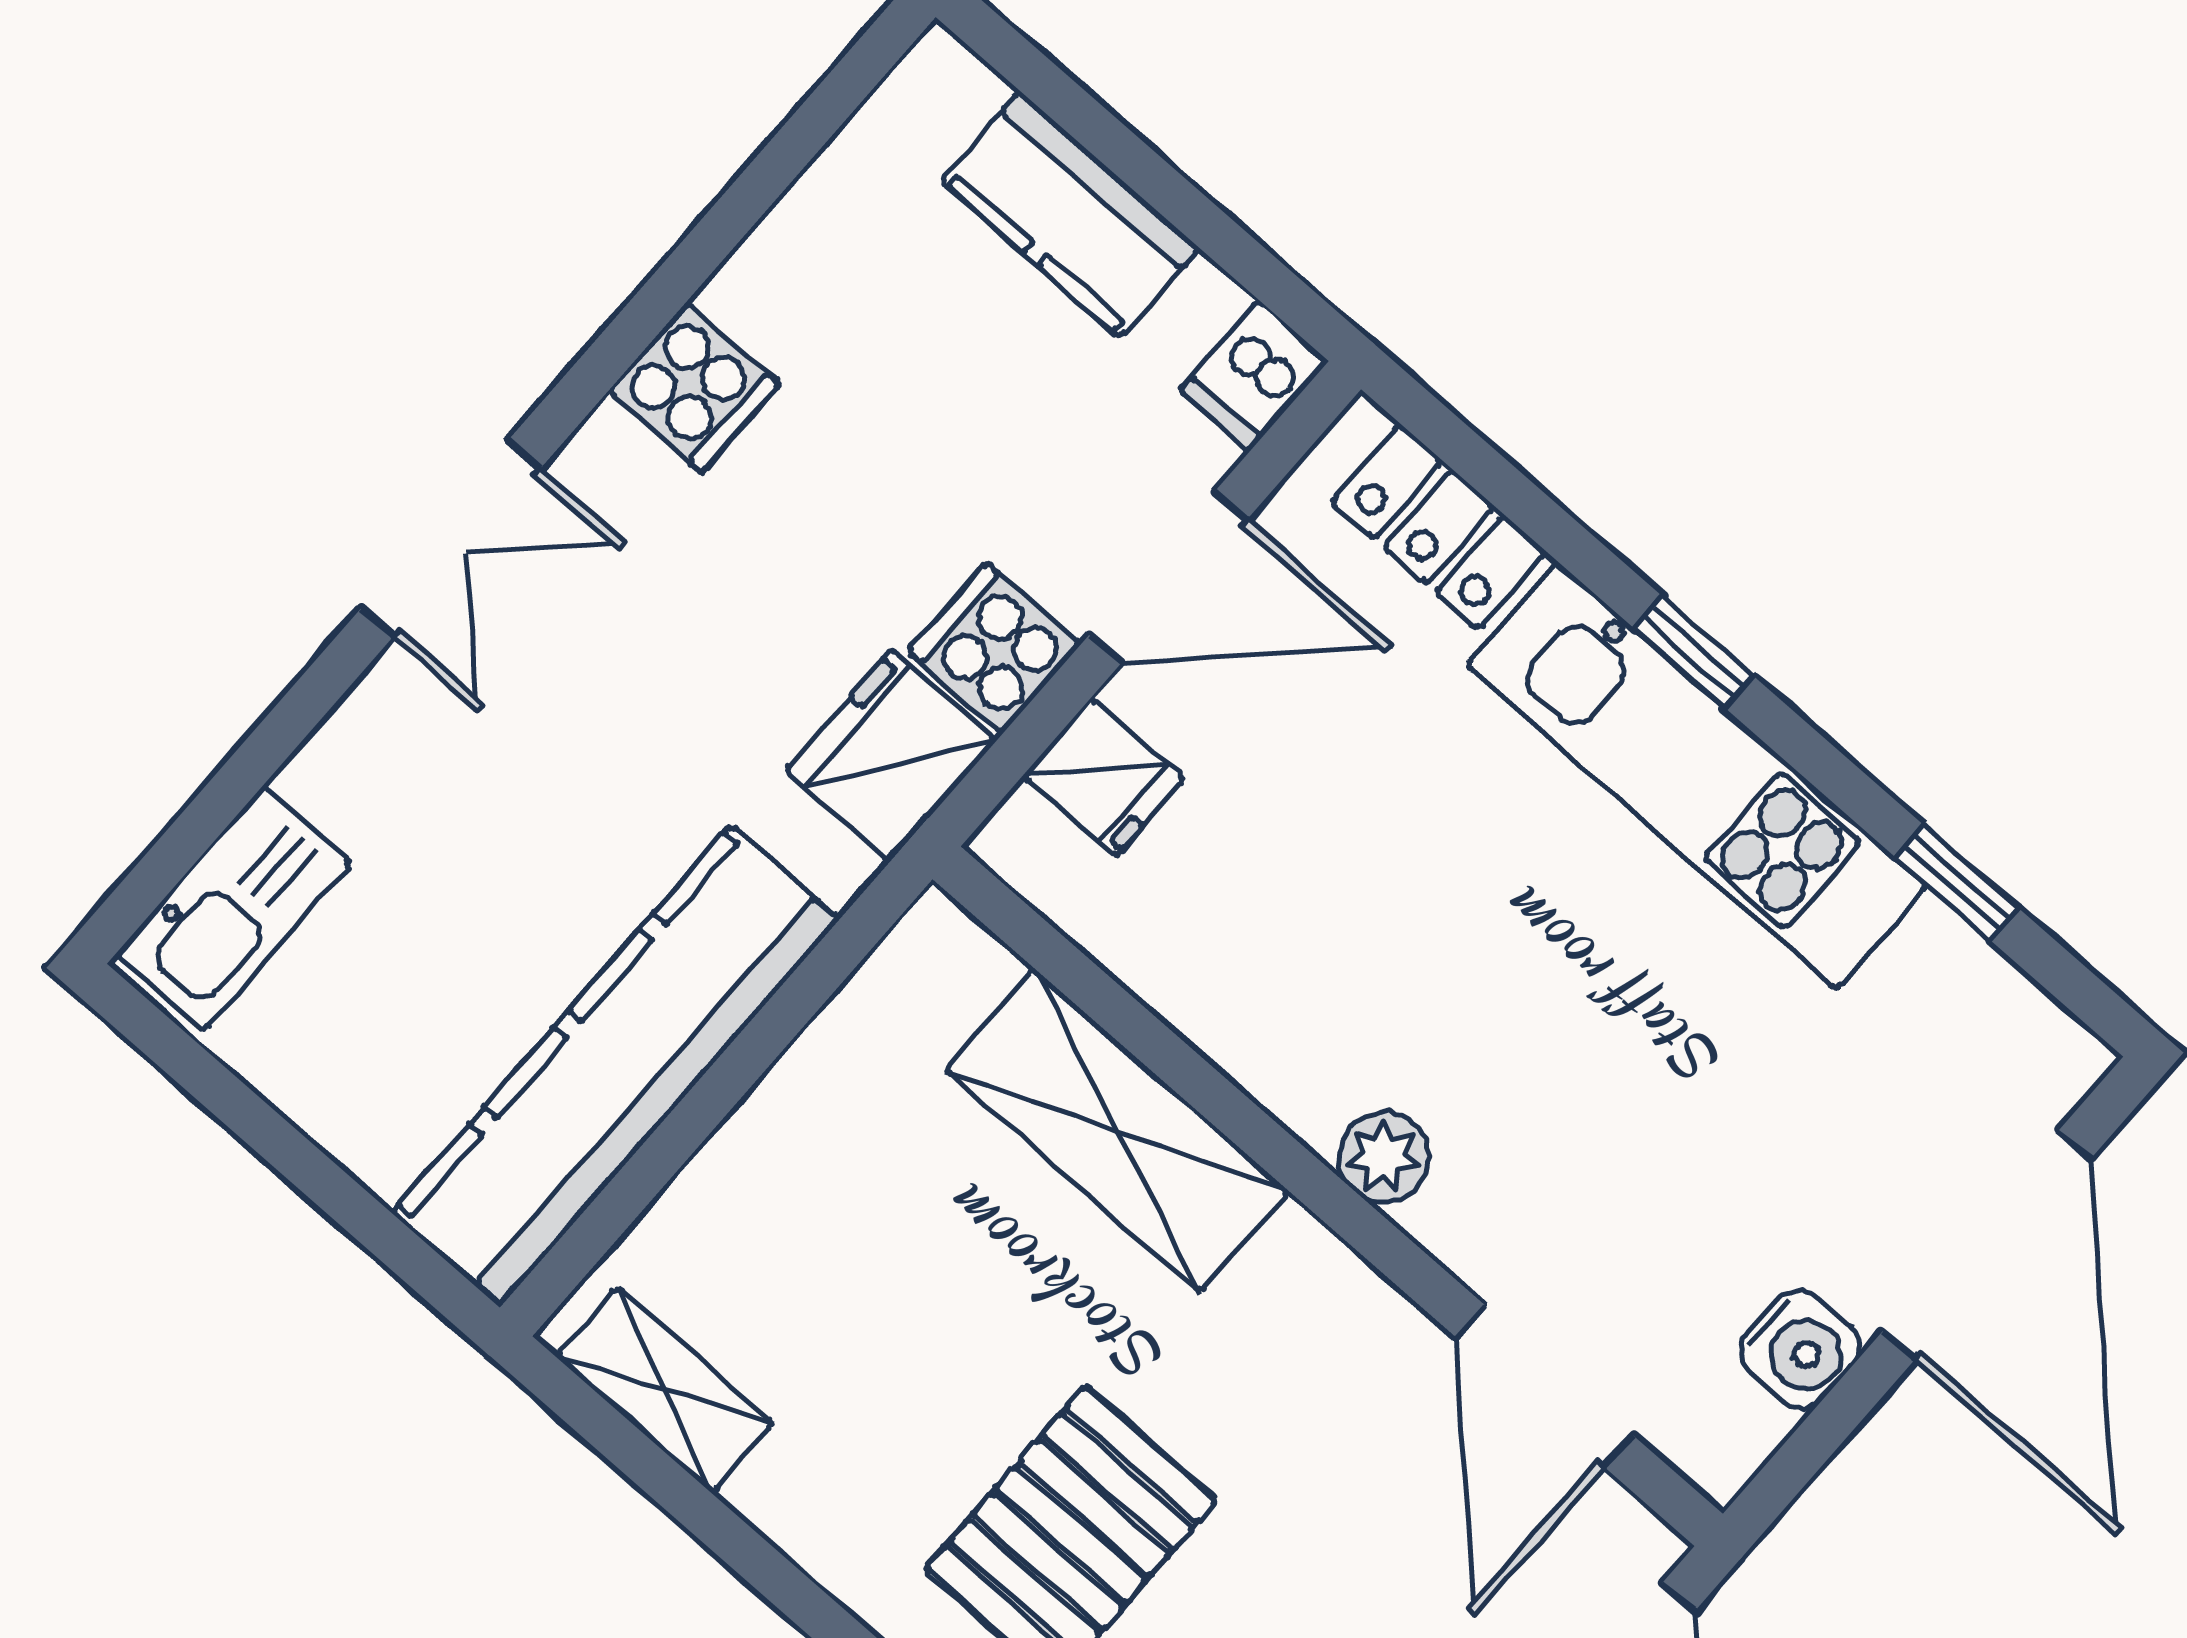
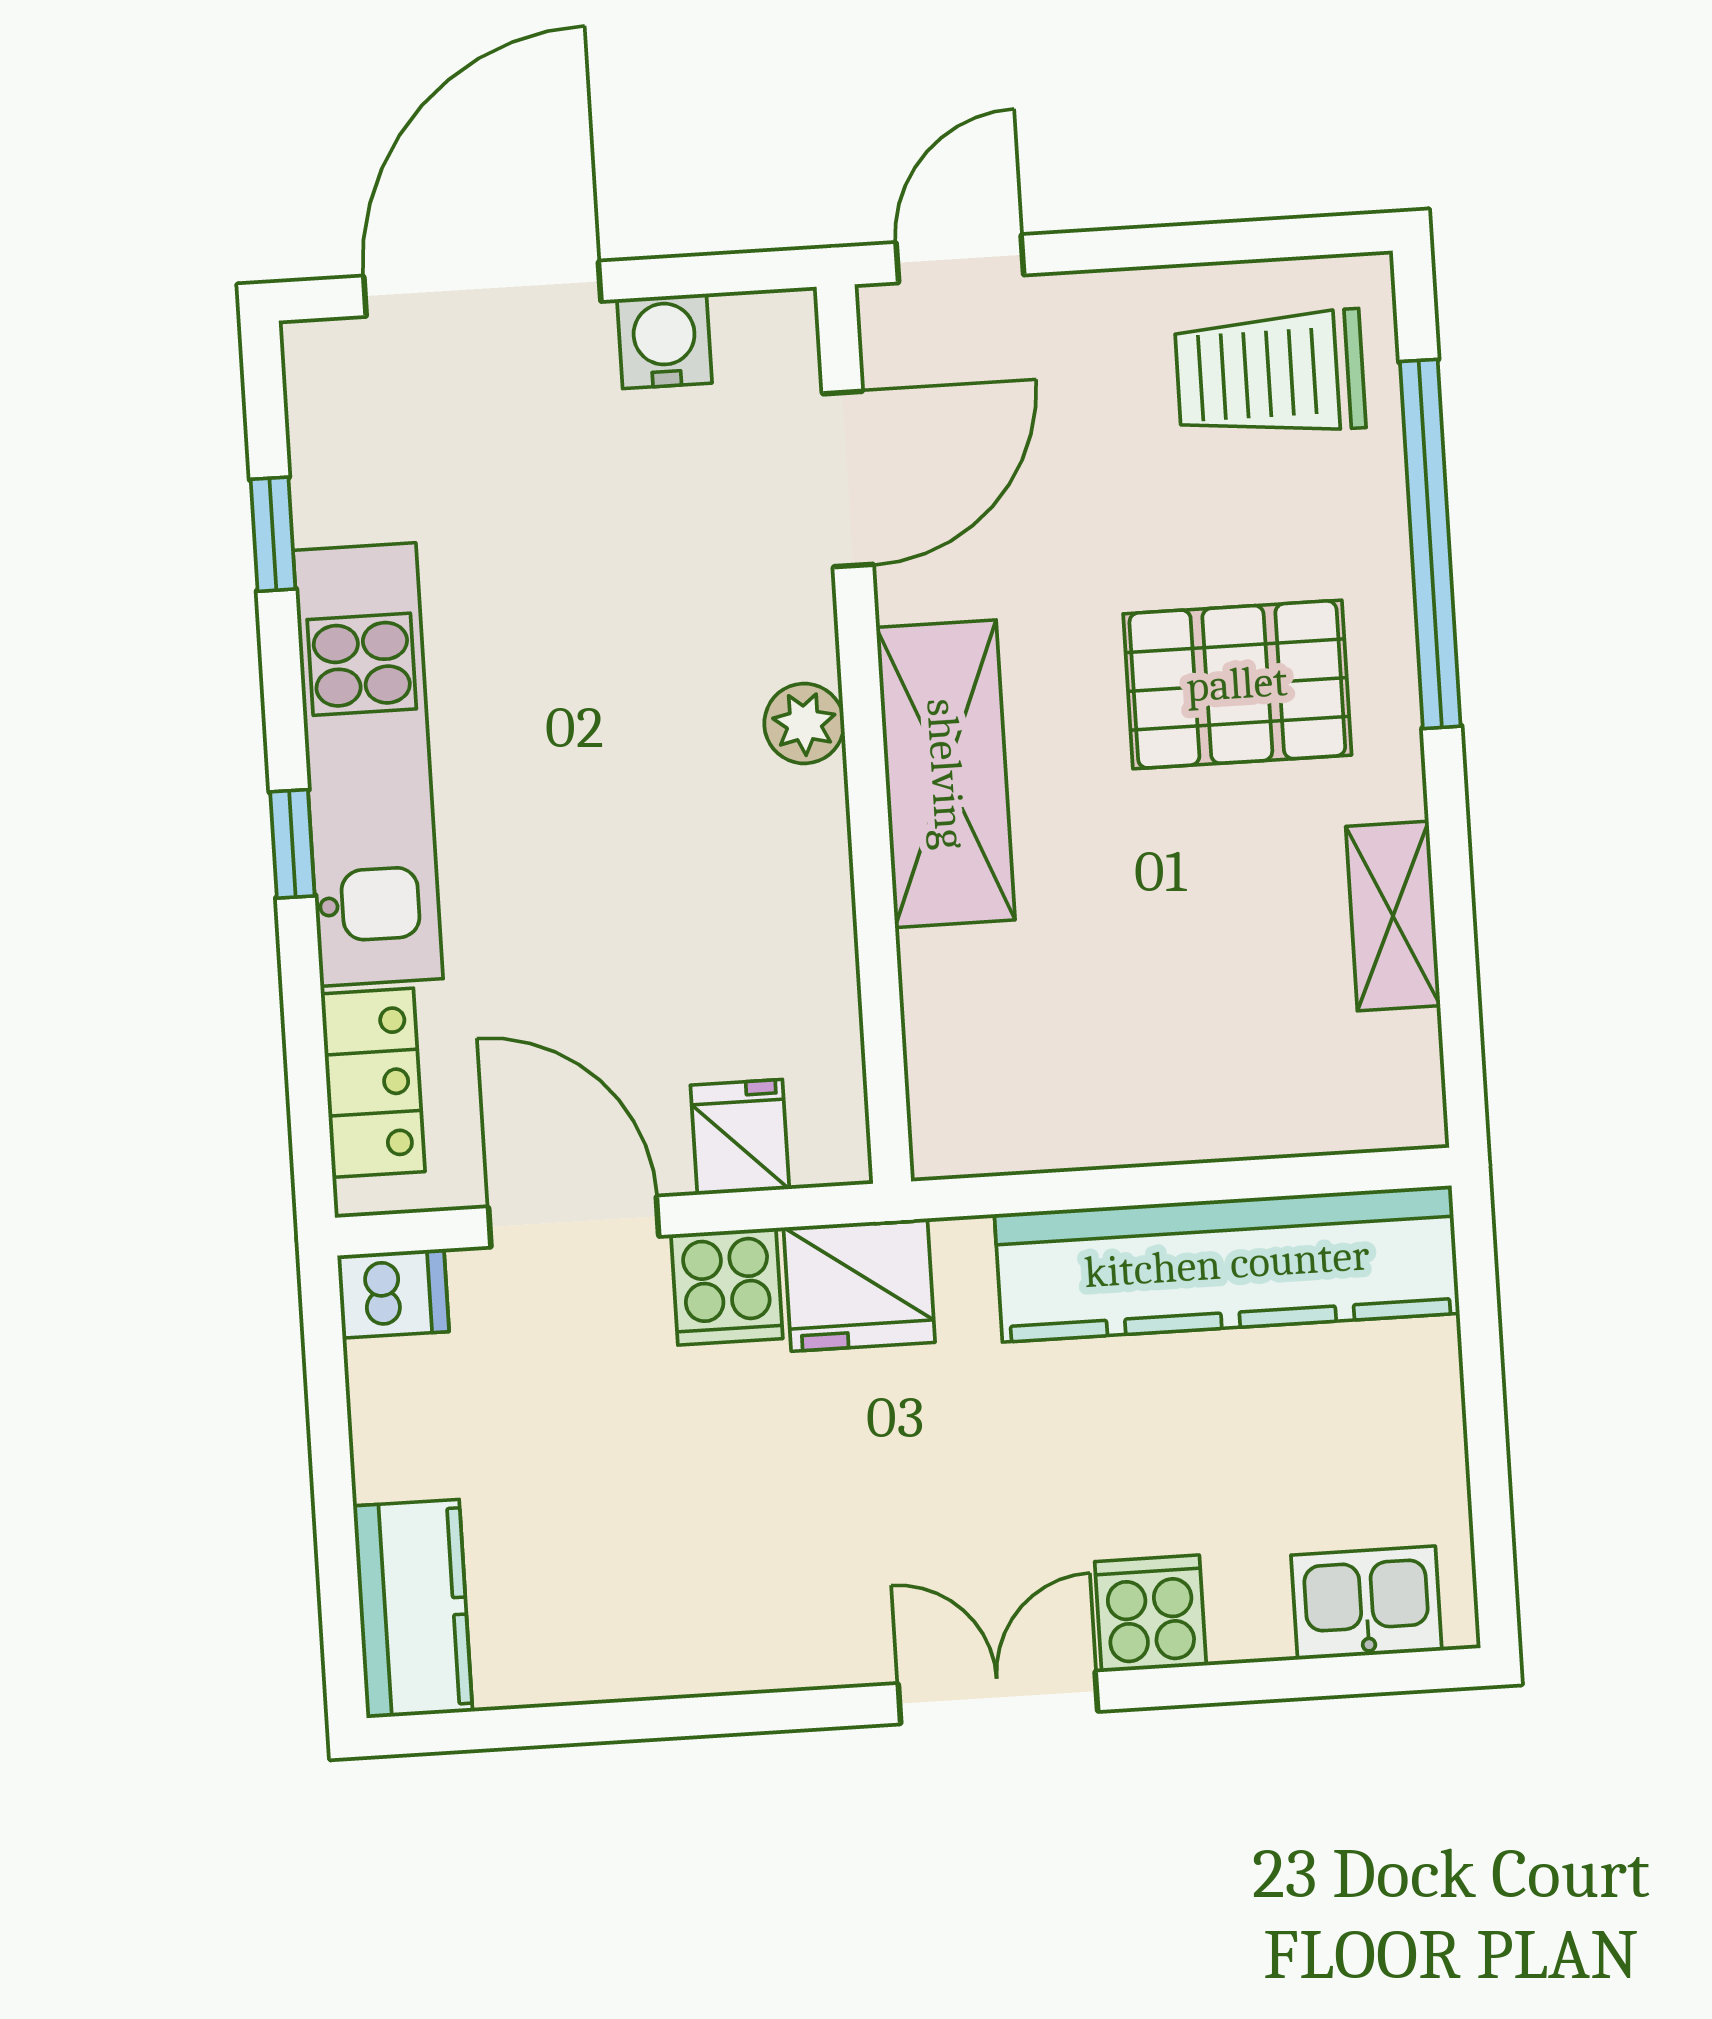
kitchen counter: (1070, 214) -> (413, 1609), moved
cooker: (694, 388) -> (1150, 1613), moved
kitchen sink: (234, 908) -> (1366, 1603), width x0.73
shelving: (1117, 1130) -> (946, 774), moved
shelving: (665, 1390) -> (1393, 916), moved

